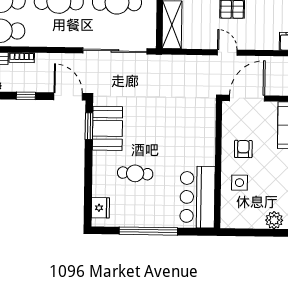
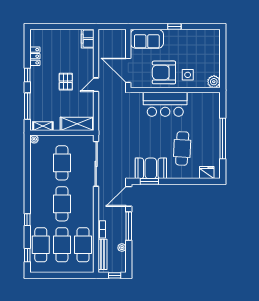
window: (26, 96) -> (129, 226), width x2.17
armchair: (243, 149) -> (164, 72), width x1.88, depth x1.88
cafe table: (135, 173) -> (182, 148), width x1.37, depth x1.35
bar counter: (197, 197) -> (165, 104), moved
plant: (274, 220) -> (214, 82), moved

